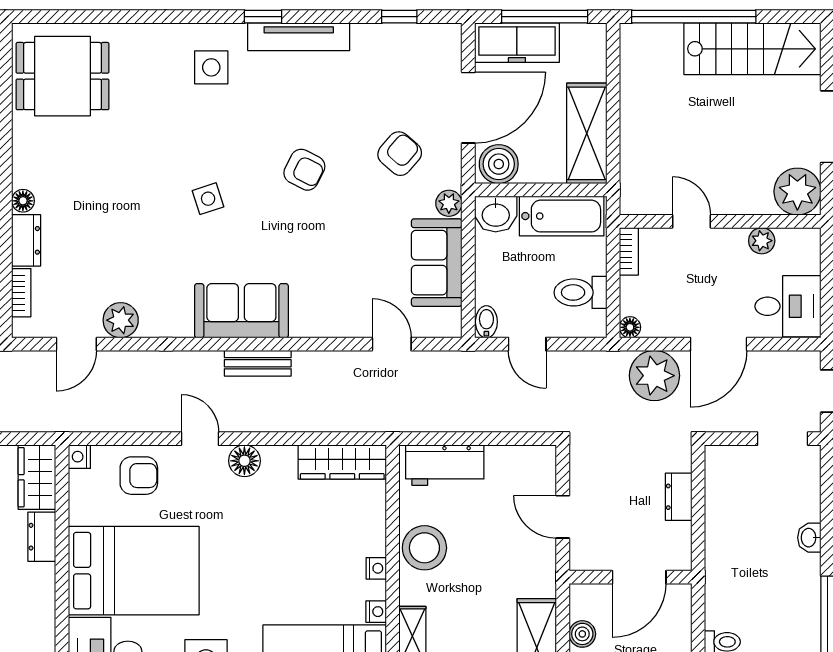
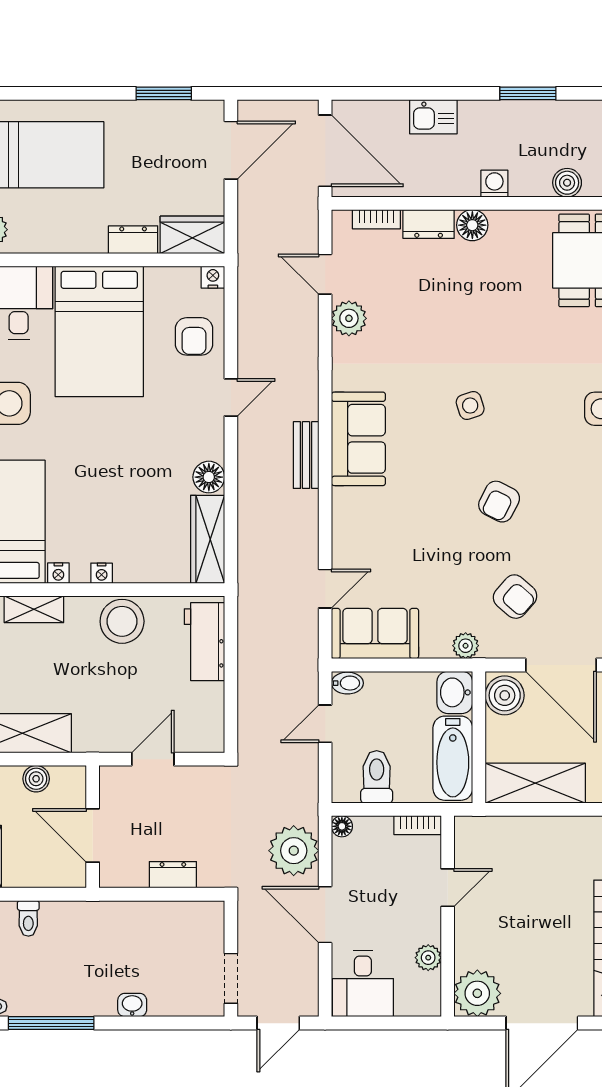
floor lamp: (23, 201) -> (472, 225), width x1.37, depth x1.37
sofa: (437, 263) -> (375, 634), moved
floor lamp: (244, 461) -> (209, 477), moved

